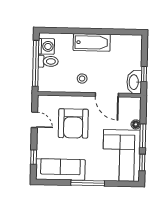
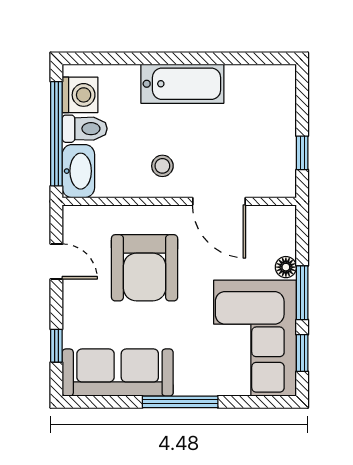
washbasin: (134, 82) -> (78, 171), moved, turned 180

